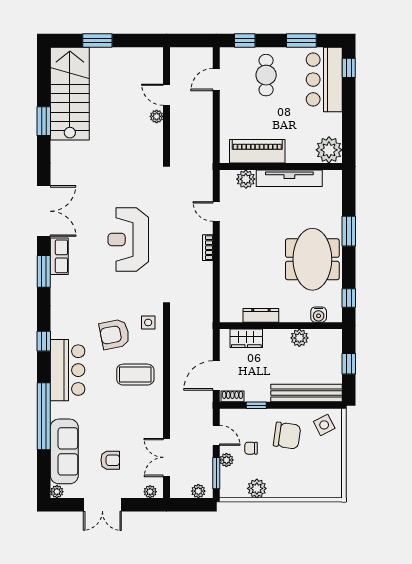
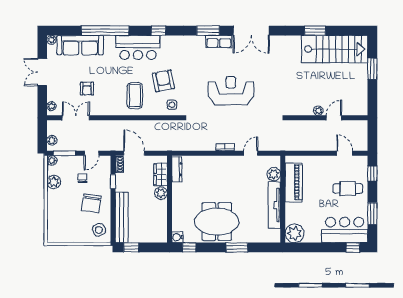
dresser: (261, 315) -> (177, 169), moved
water cooler: (319, 315) -> (177, 237), moved
plant: (299, 338) -> (161, 193), moved
window: (349, 364) -> (131, 247), moved
armchair: (110, 460) -> (87, 89), moved
plant: (226, 460) -> (52, 160), moved

